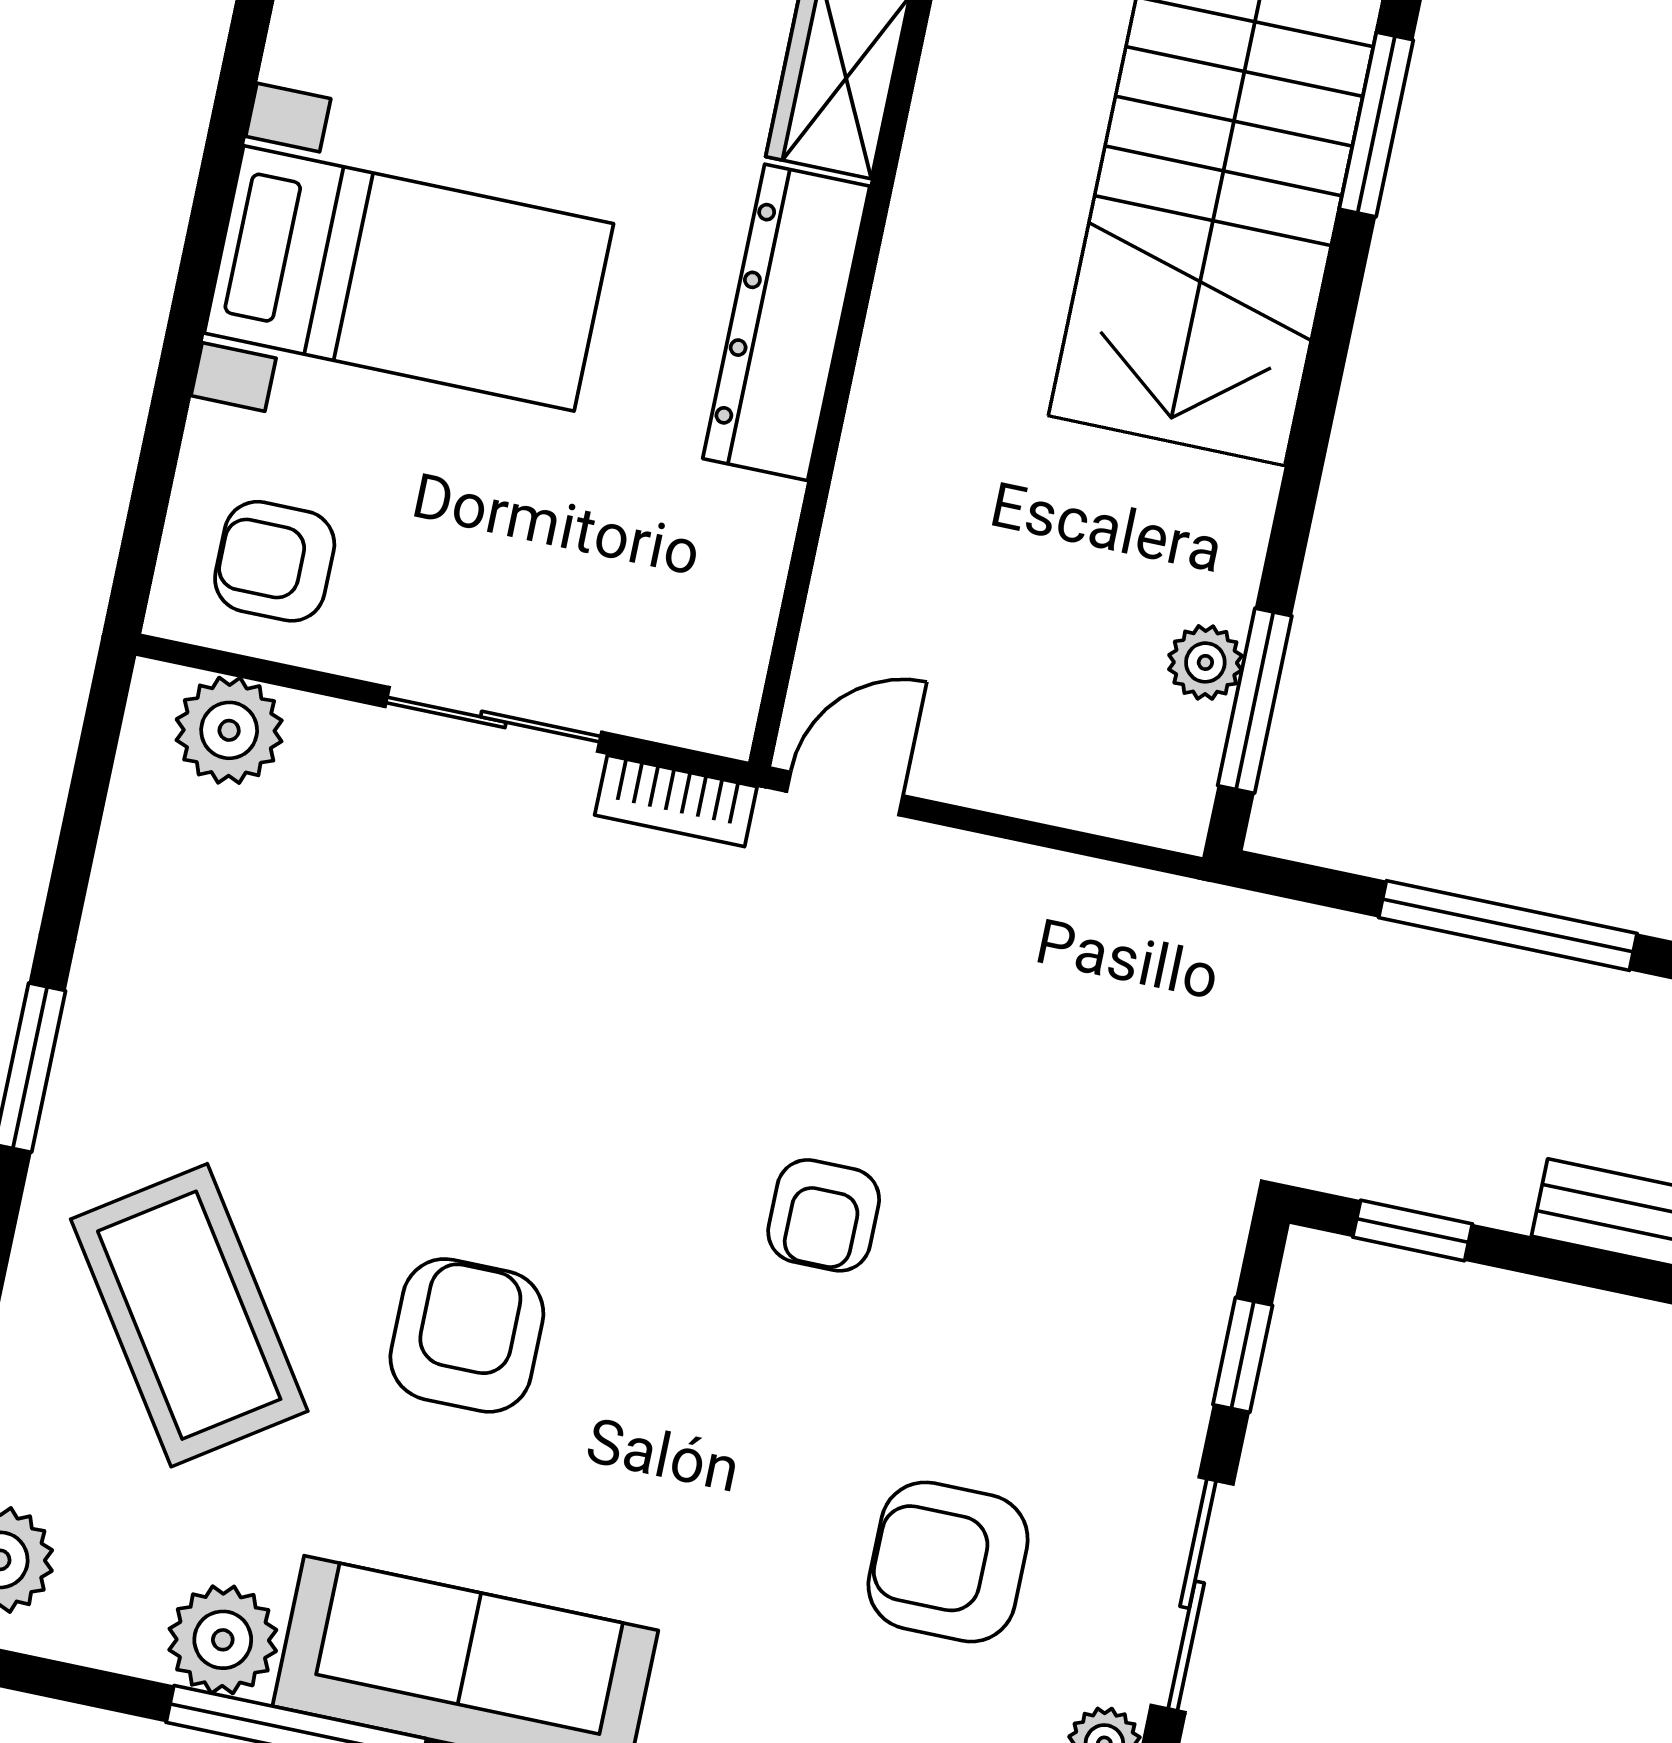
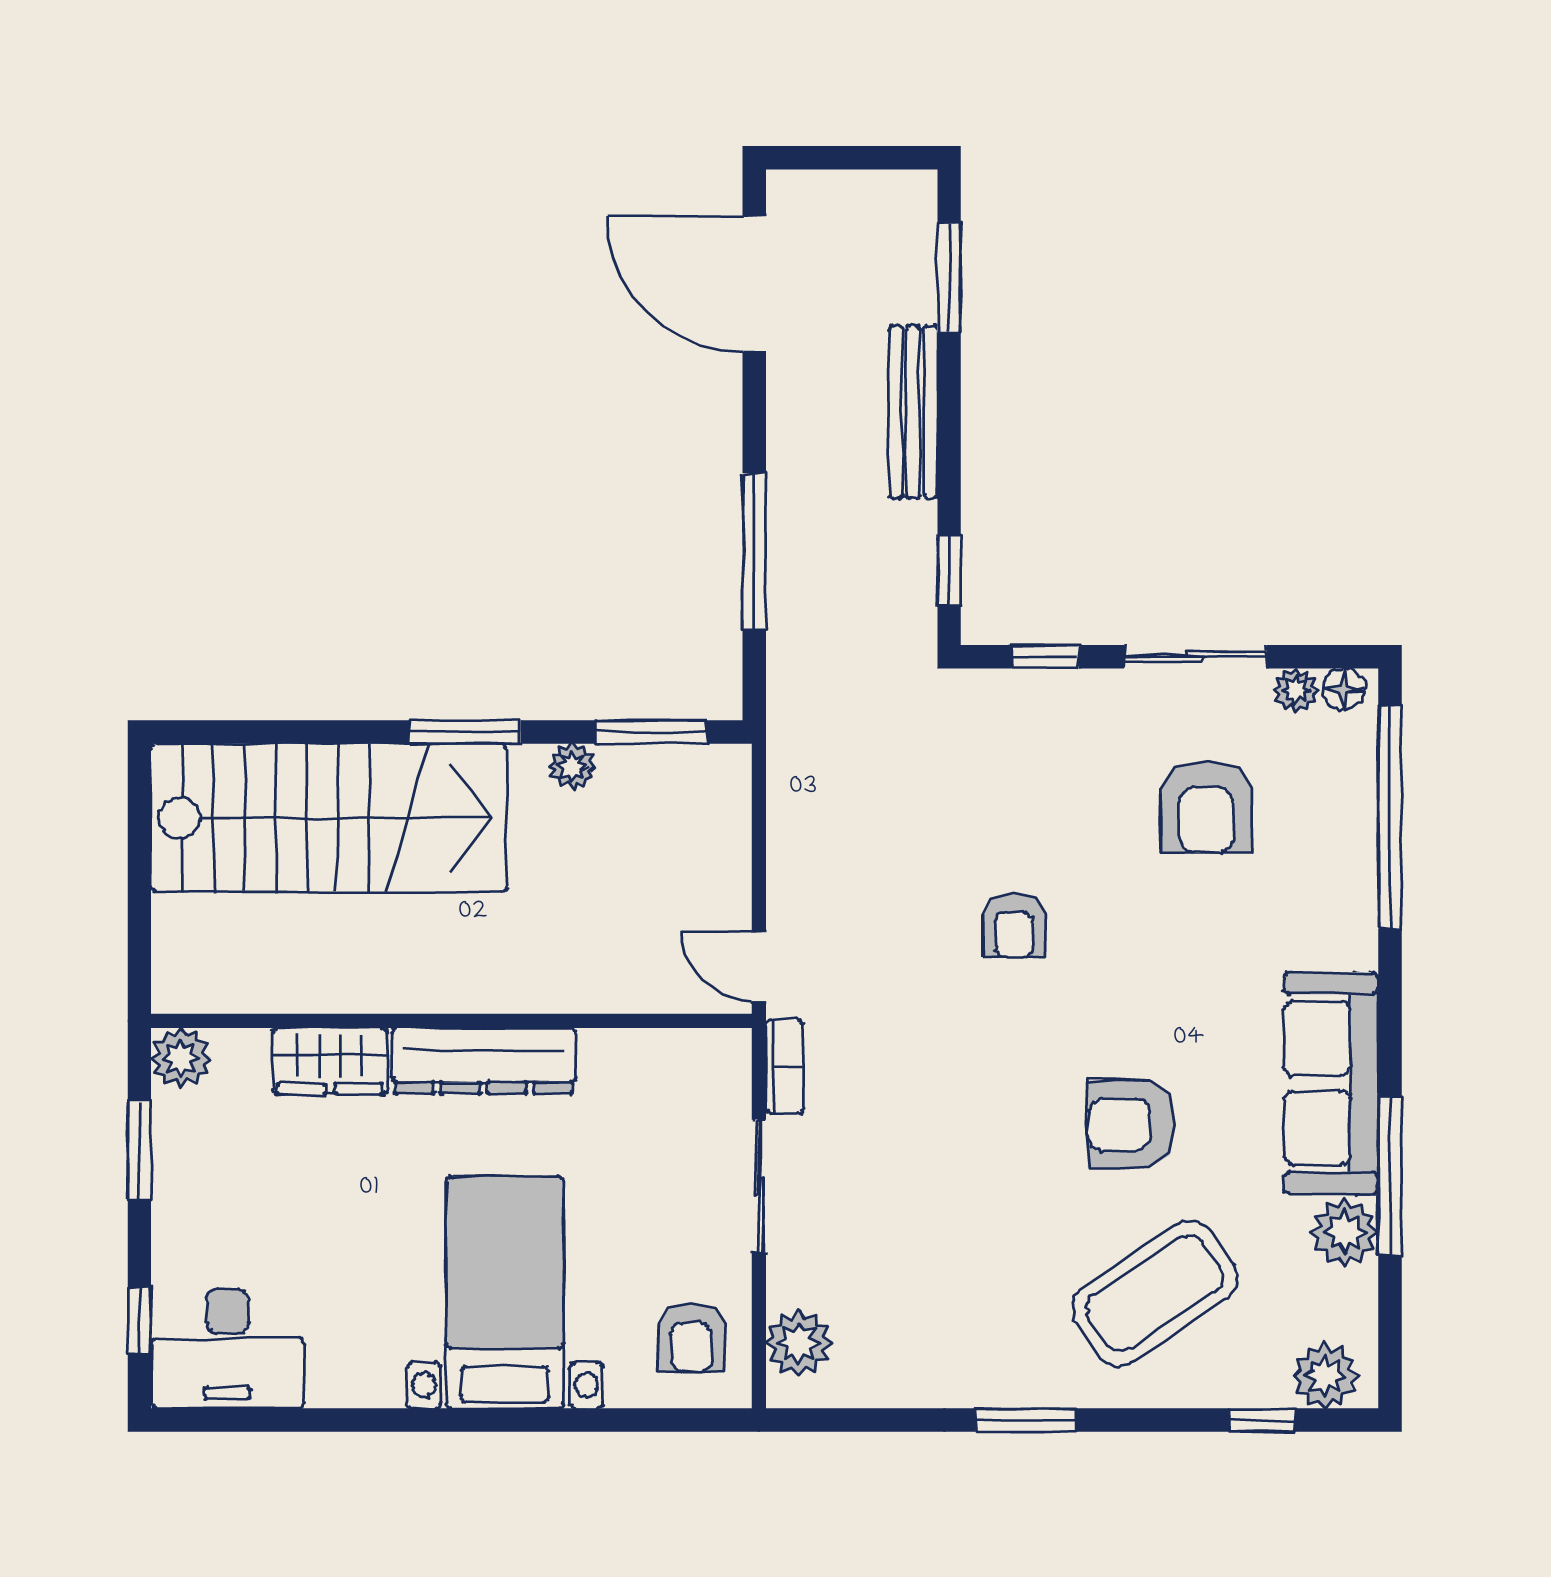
window: (1376, 124) -> (465, 732), moved
plant: (1205, 662) -> (572, 767), moved
armchair: (824, 1215) -> (1014, 926), turned 90

